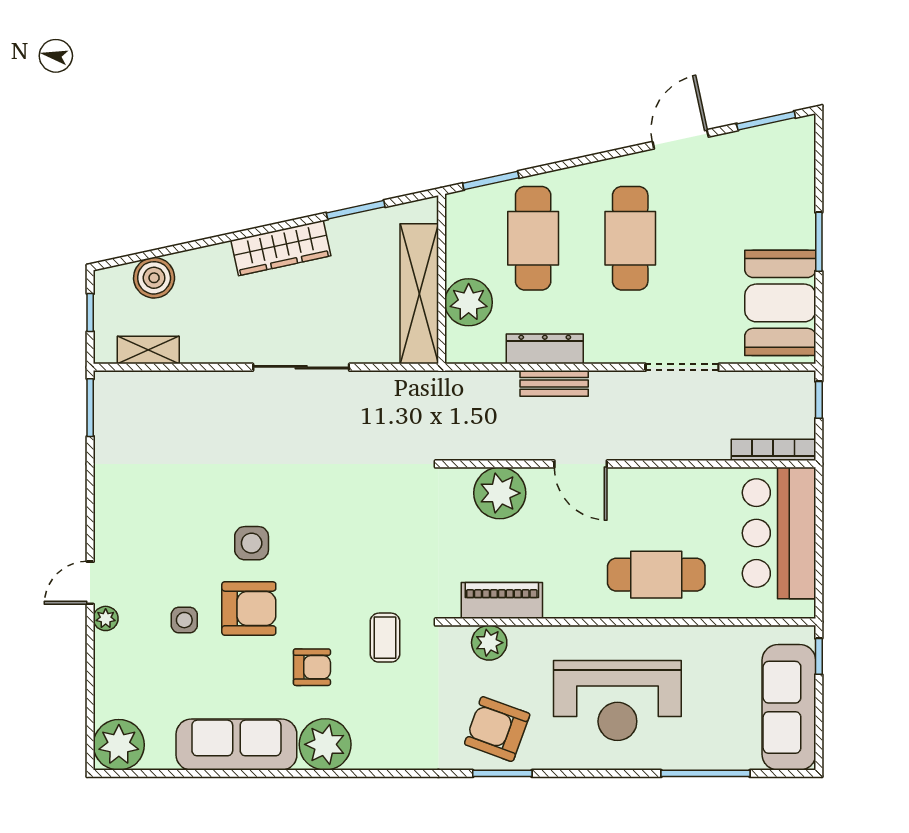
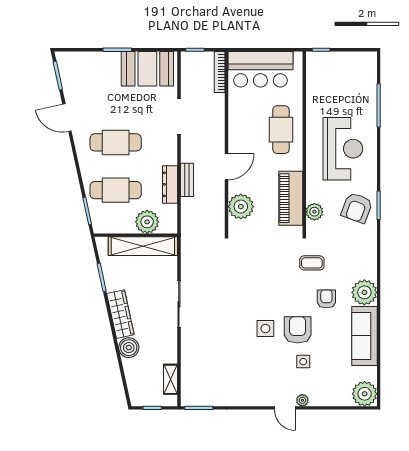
boiler: (154, 278) -> (129, 348), moved
piano: (502, 601) -> (291, 198), width x1.37, depth x1.33
sofa: (789, 707) -> (346, 64), removed

